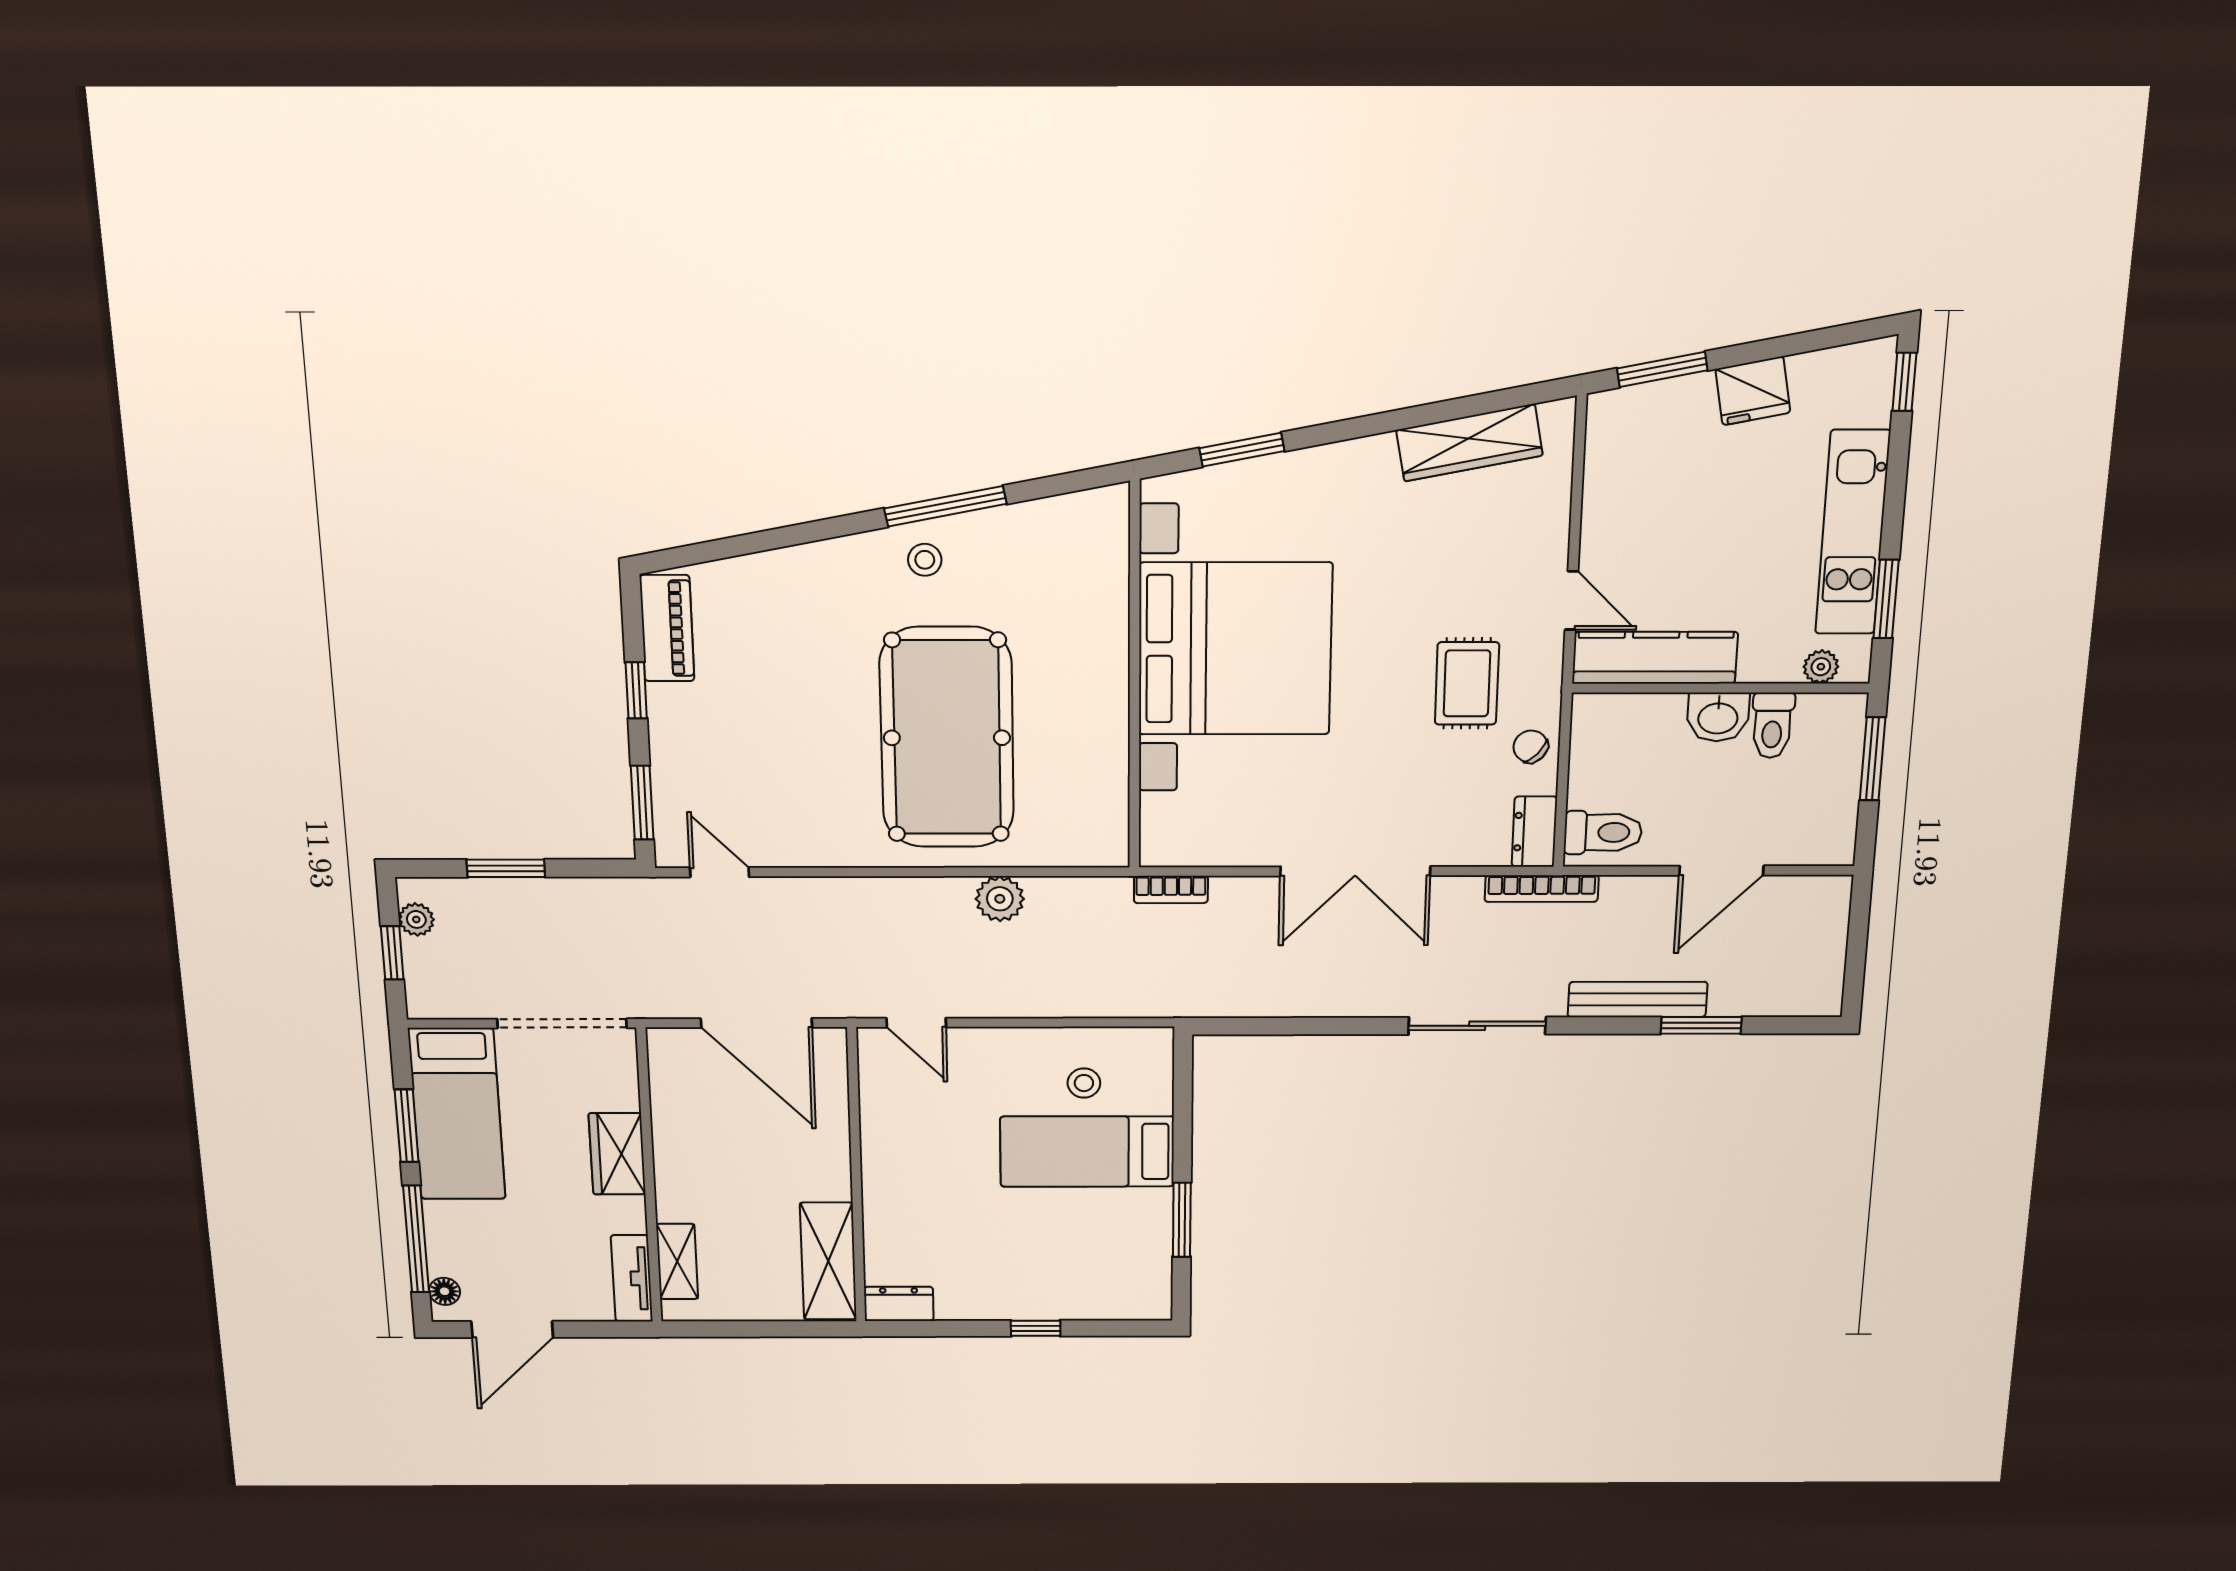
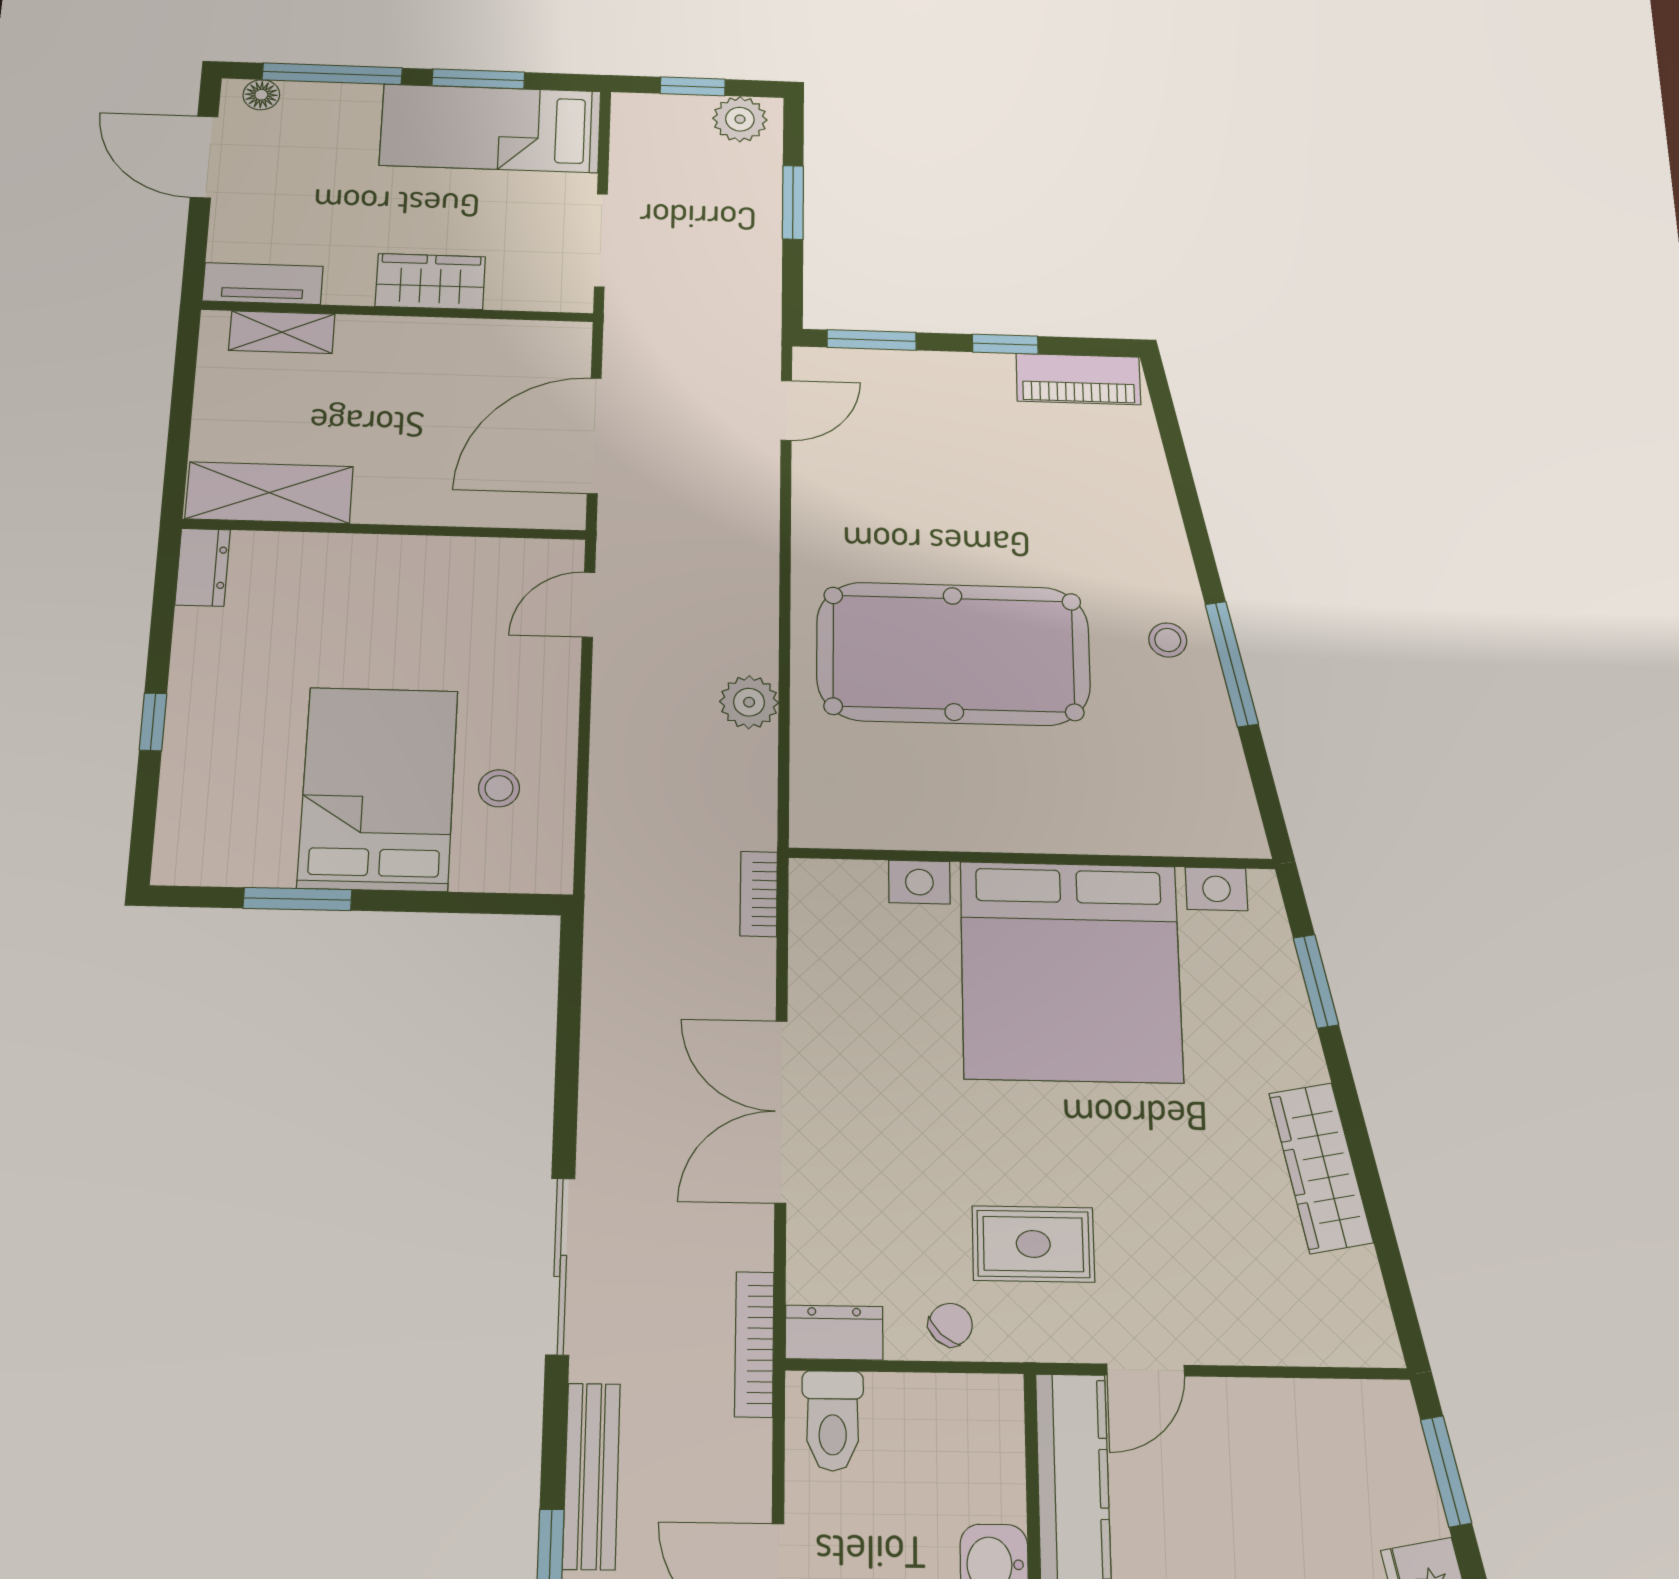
wardrobe: (1469, 443) -> (1321, 1168), moved
plant: (416, 919) -> (740, 119), width x1.38, depth x1.38
doorway: (562, 1023) -> (601, 240), width x0.73
bed: (1087, 1152) -> (378, 789), width x1.50

